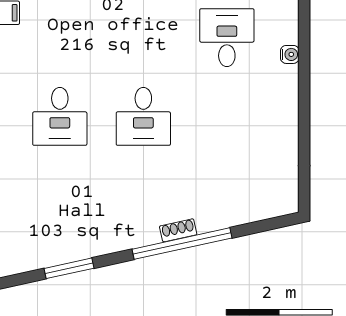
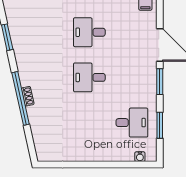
water cooler: (290, 54) -> (140, 157), moved

